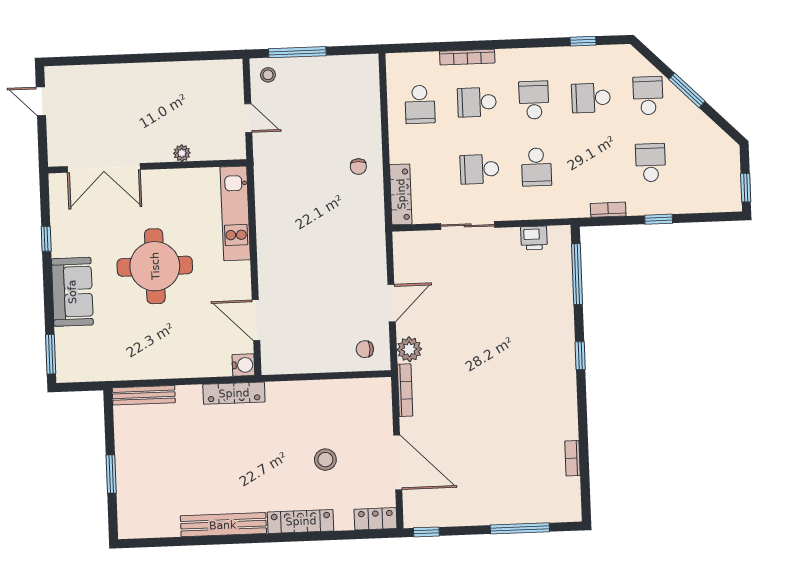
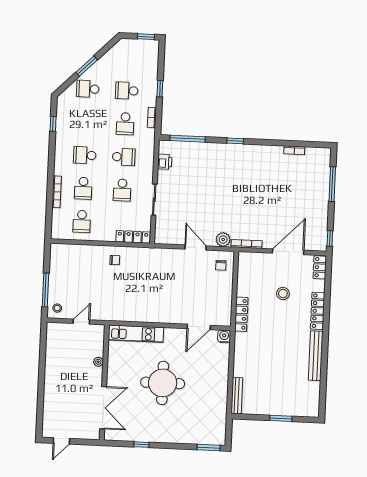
school desk: (591, 98) -> (125, 124), moved
school desk: (420, 104) -> (82, 221), turned 90
sofa: (72, 292) -> (173, 432), removed
locker: (234, 393) -> (241, 314), moved

